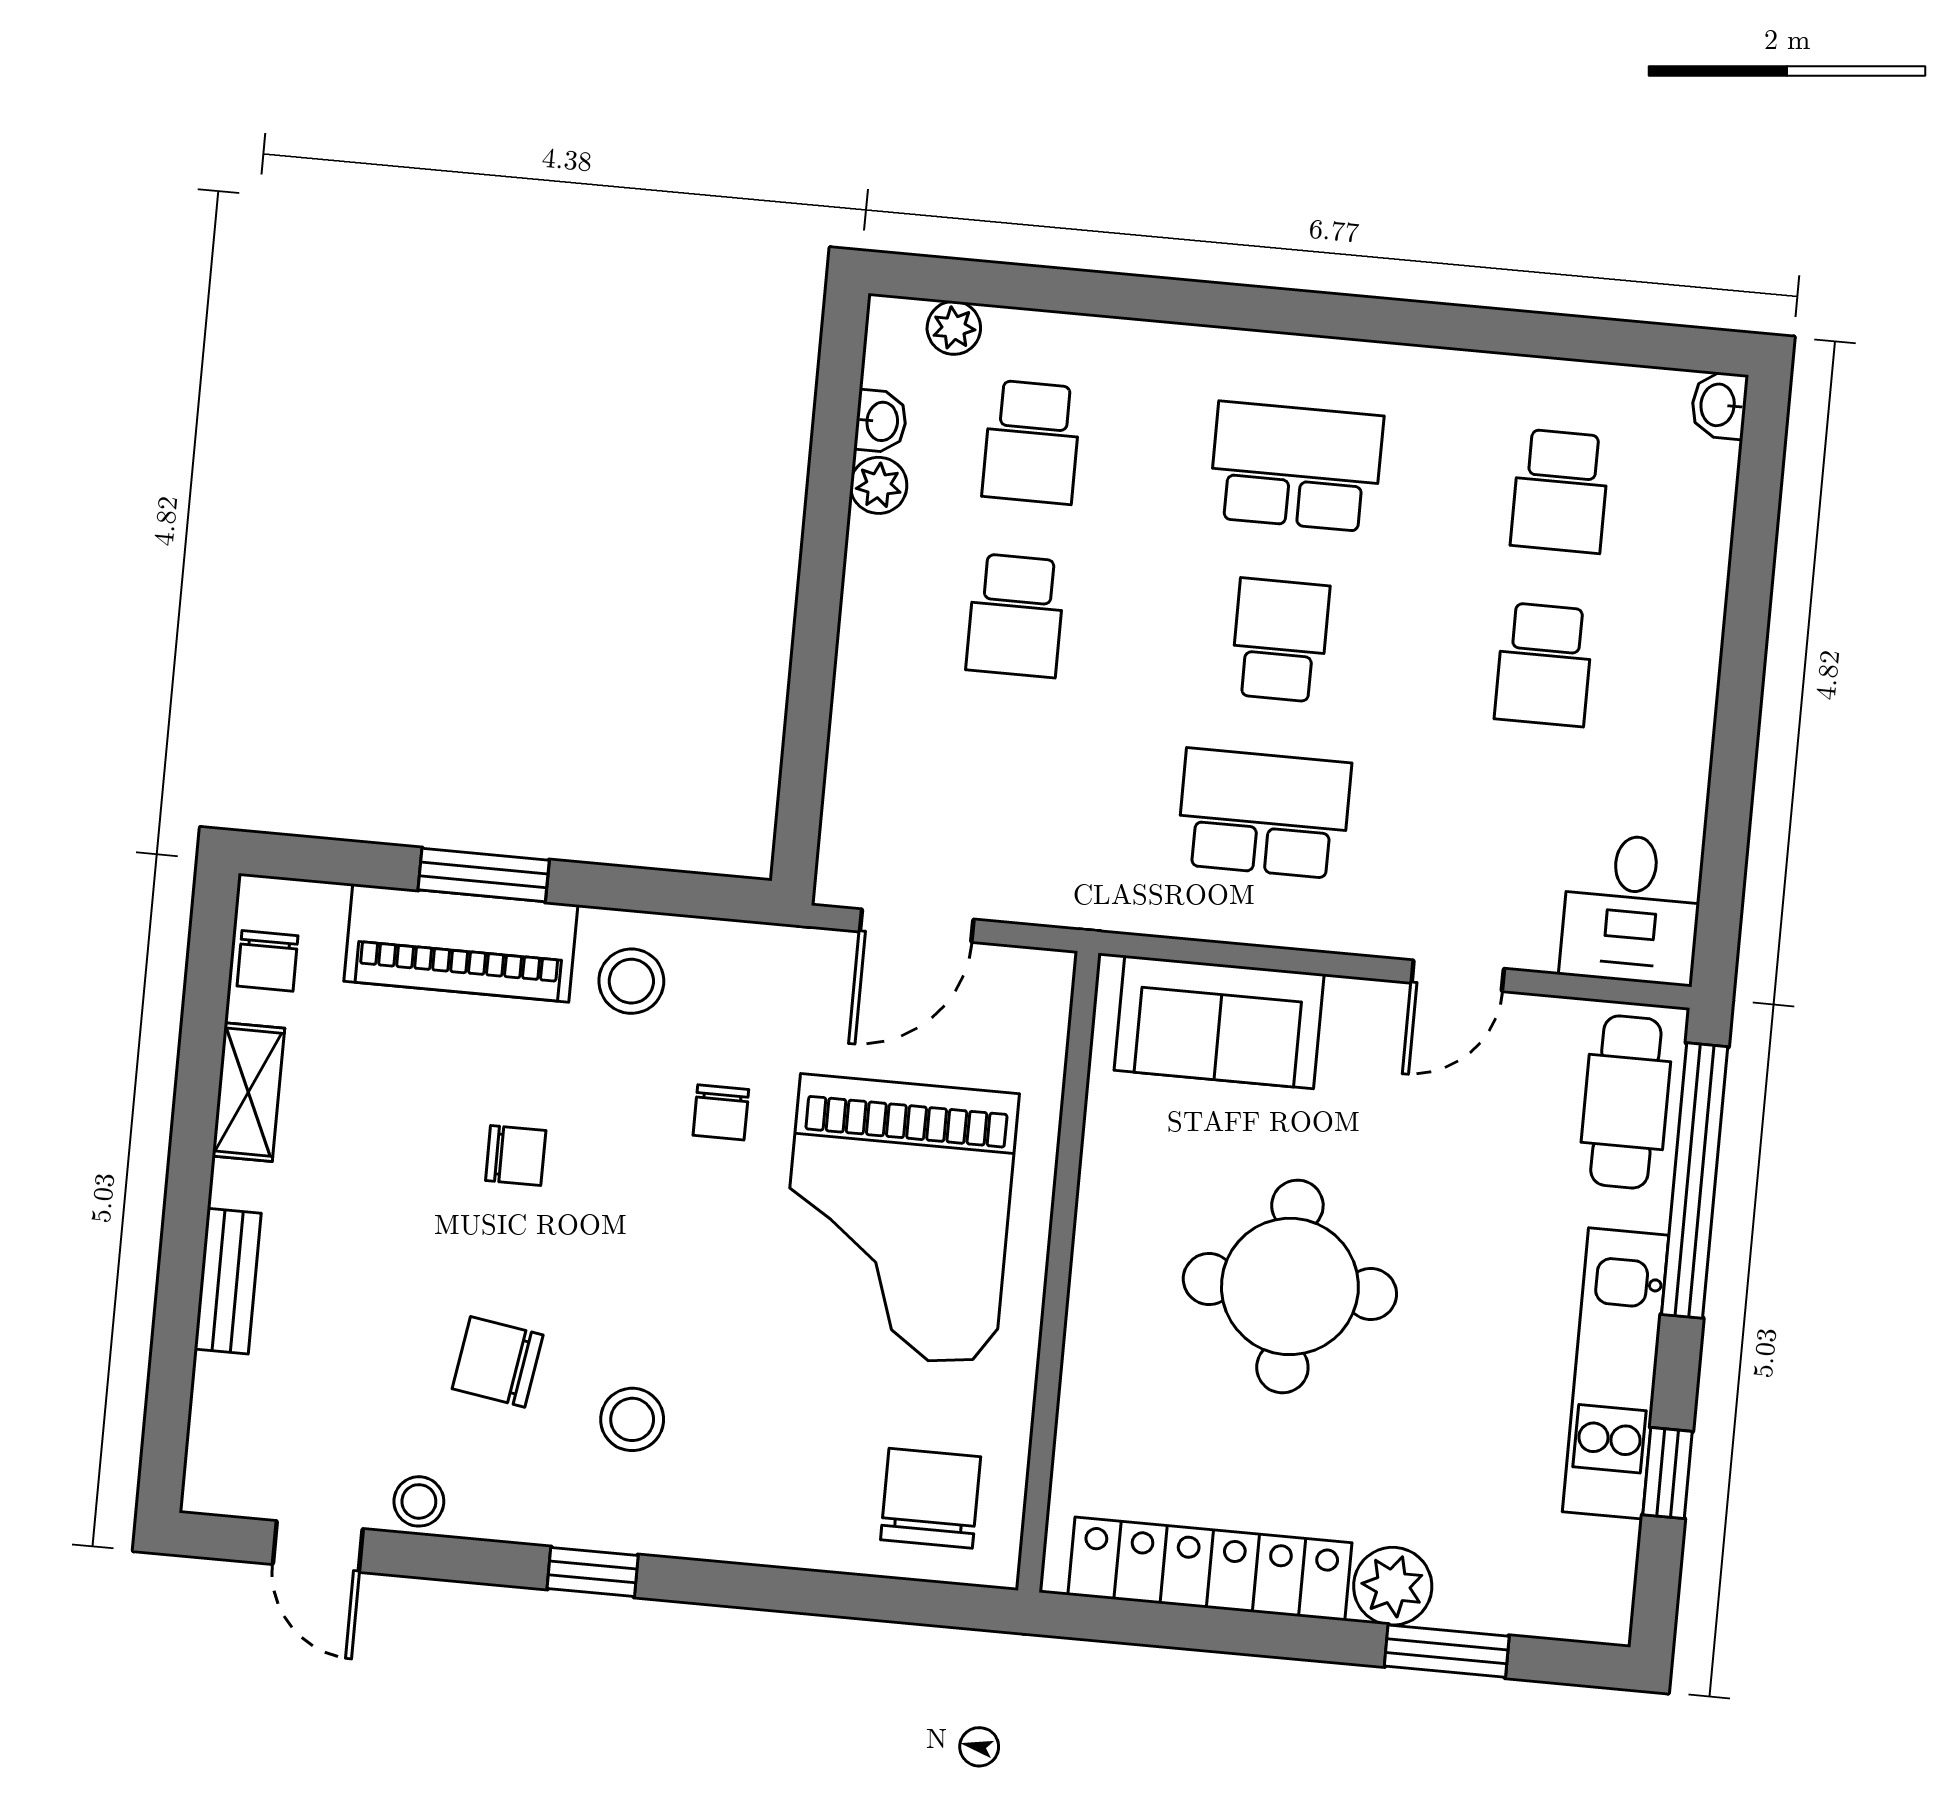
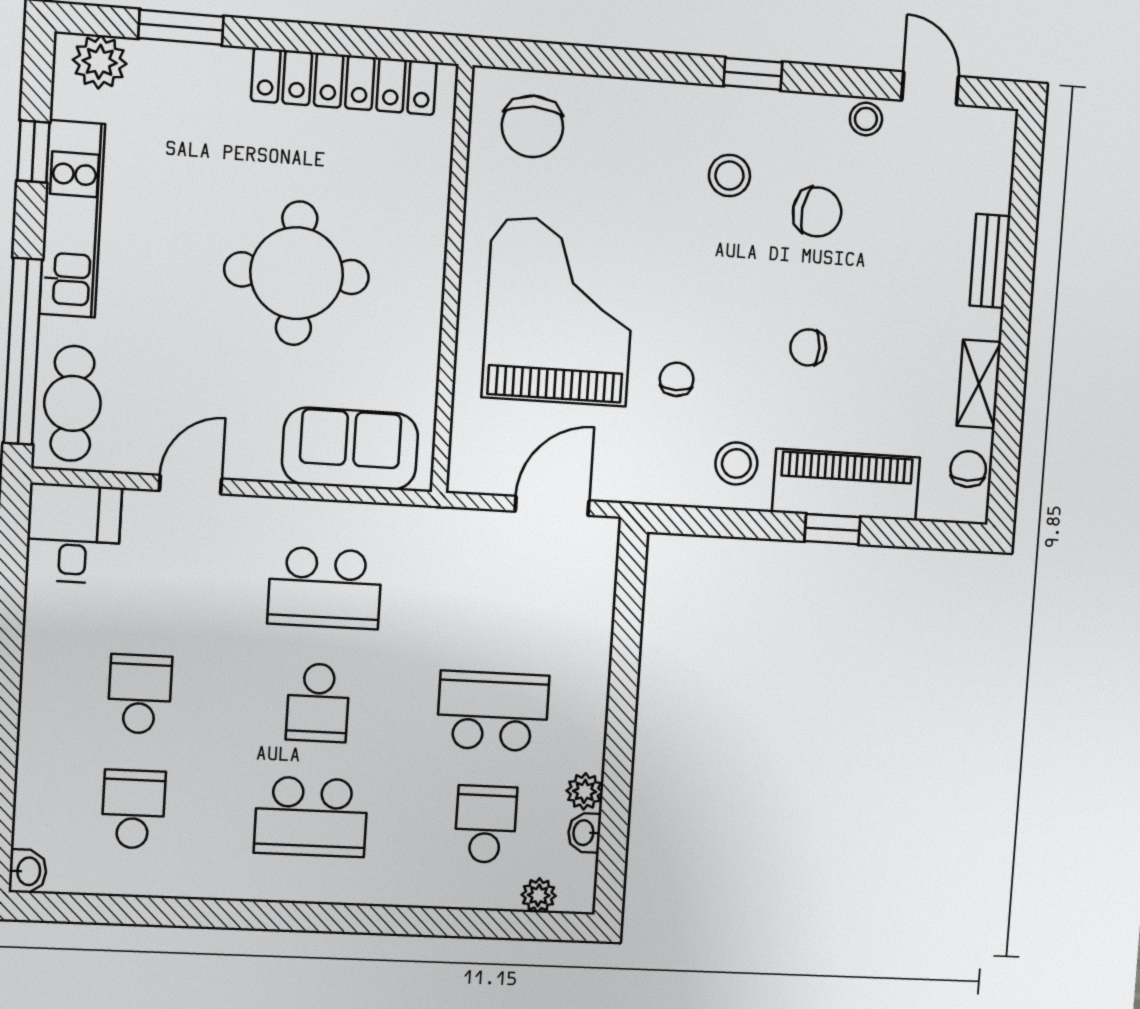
school desk: (1016, 616) -> (493, 711), width x1.85
window: (484, 875) -> (832, 529), width x0.67
plant: (1393, 1586) -> (100, 62), moved

